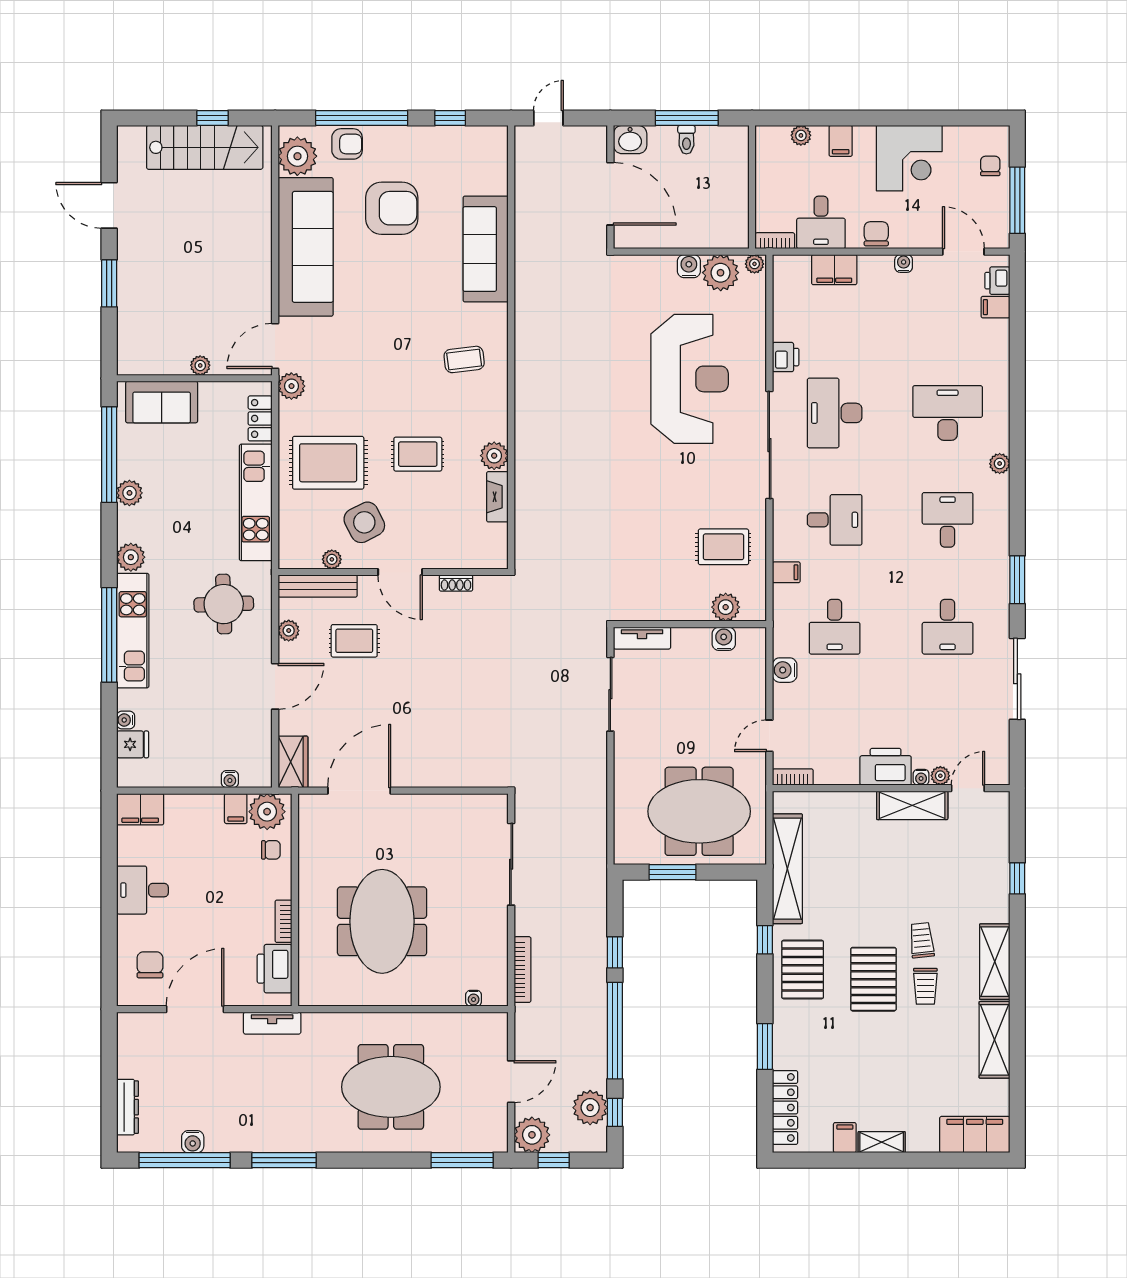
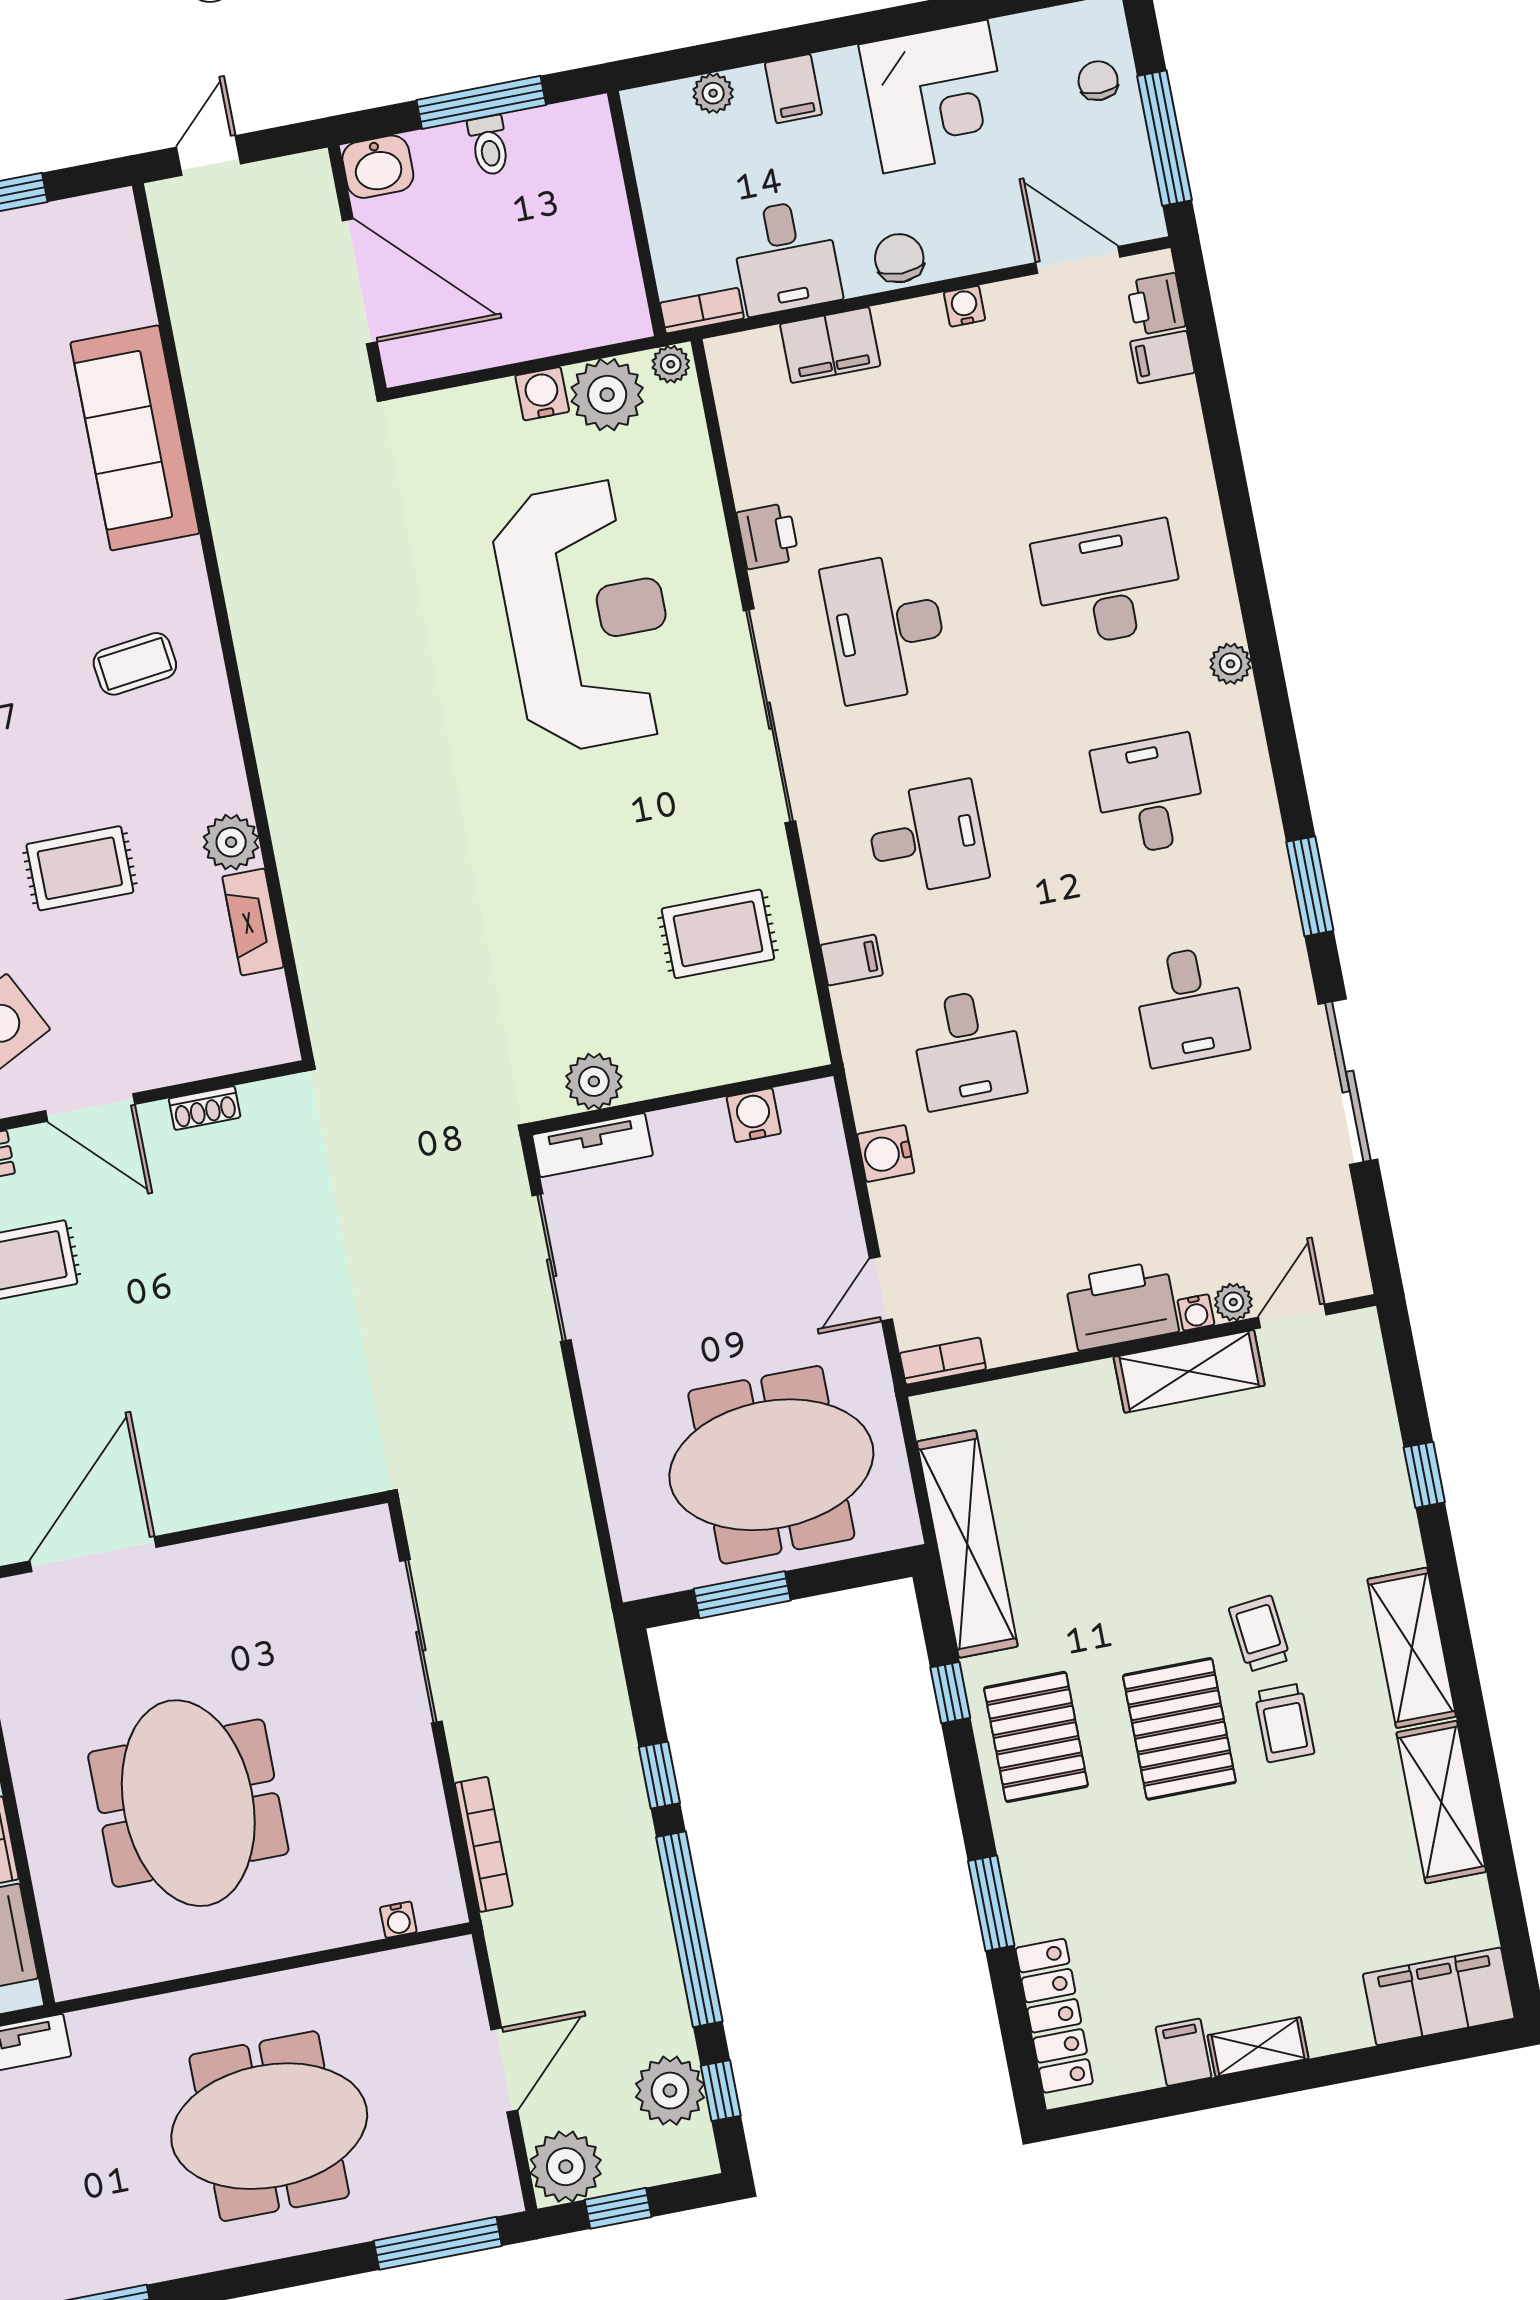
plant: (726, 607) -> (594, 1081), moved

